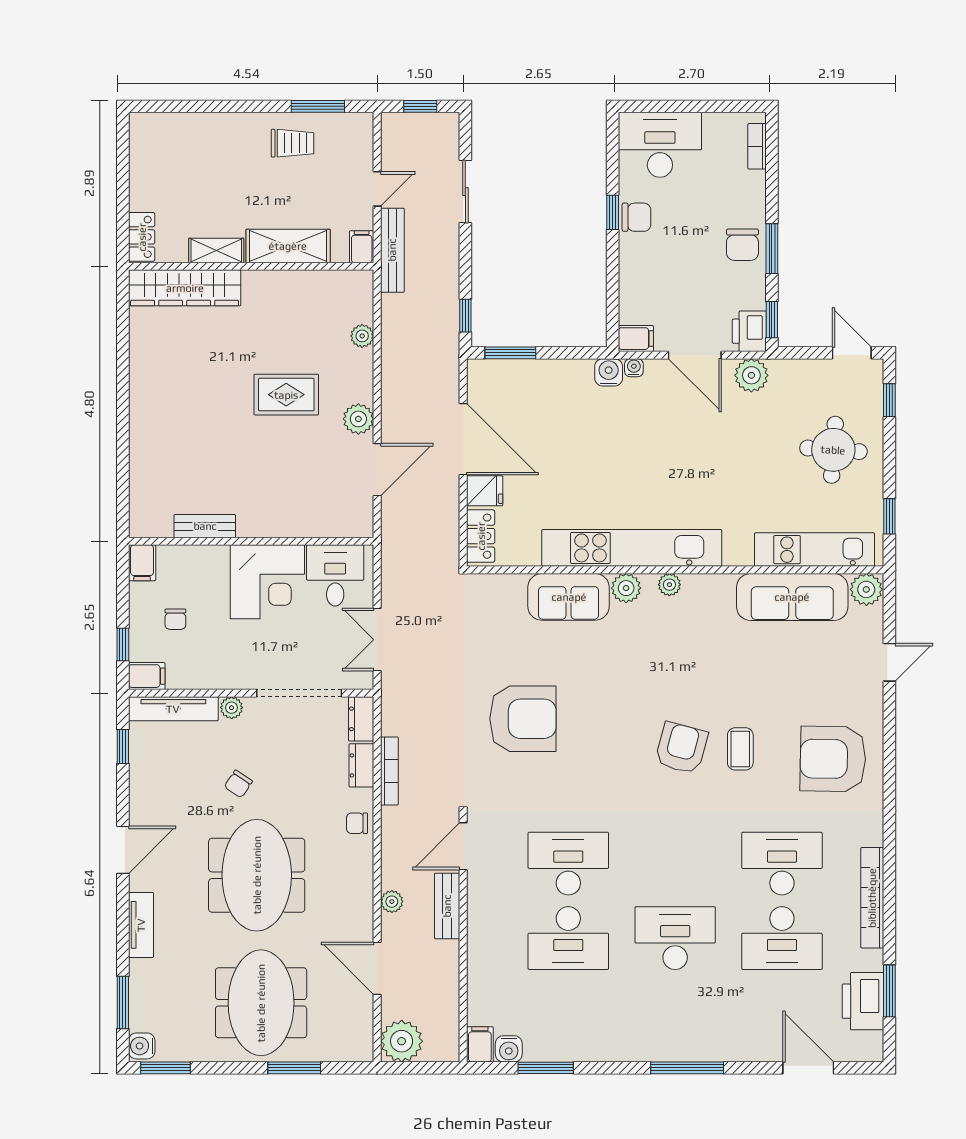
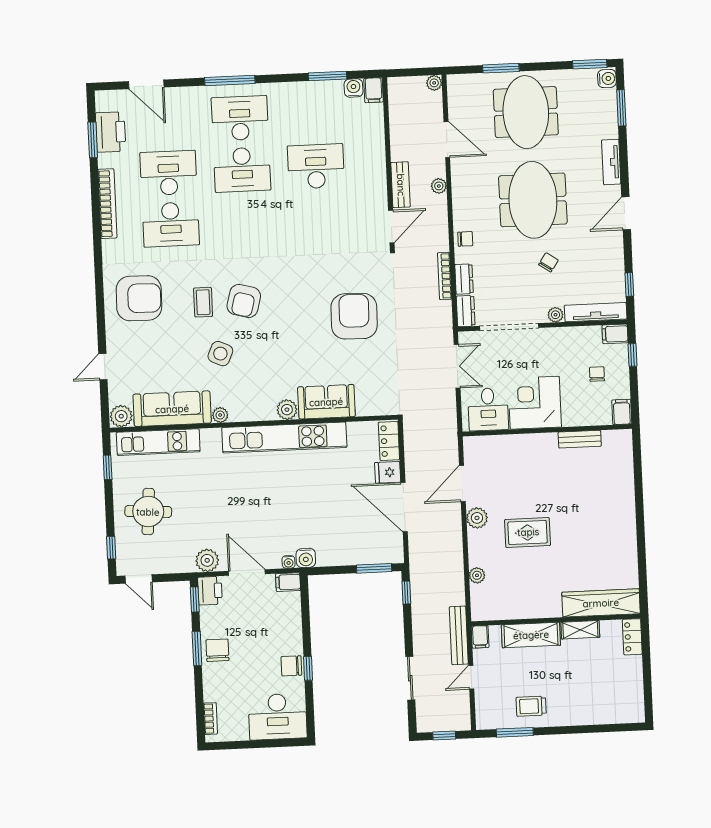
plant: (669, 585) -> (220, 415), moved
side table: (719, 673) -> (220, 354), added
armchair: (523, 719) -> (354, 316), turned 91
desk: (568, 864) -> (240, 118), moved, turned 180
plant: (402, 1041) -> (434, 83), width x0.53, depth x0.53

